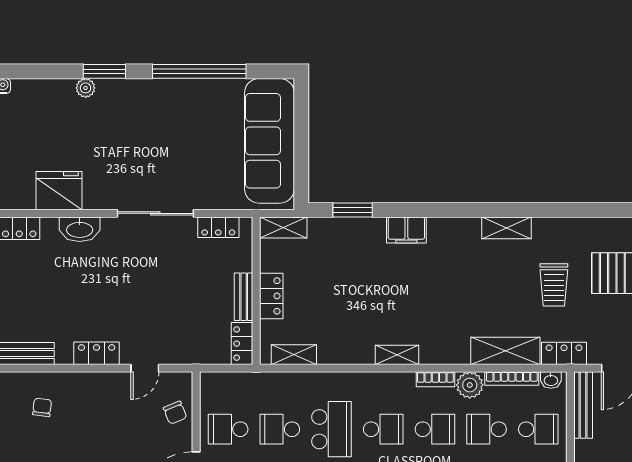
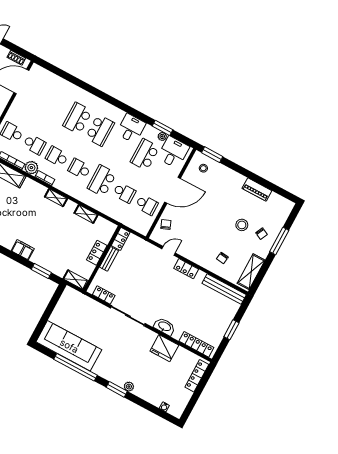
sofa: (269, 141) -> (69, 346), moved, turned -90
shelving: (294, 355) -> (86, 214), moved

